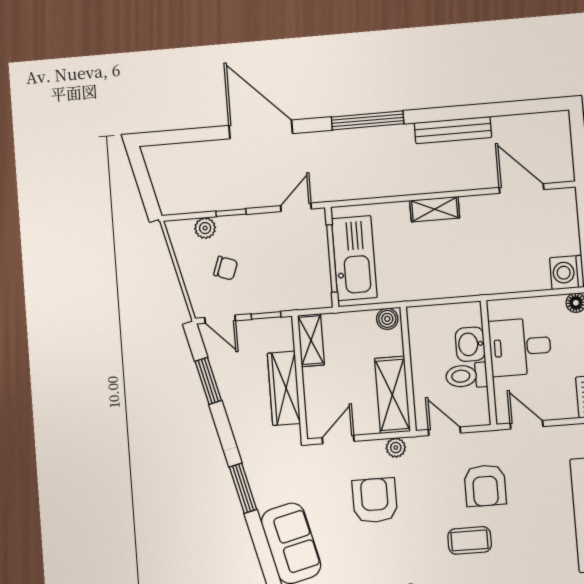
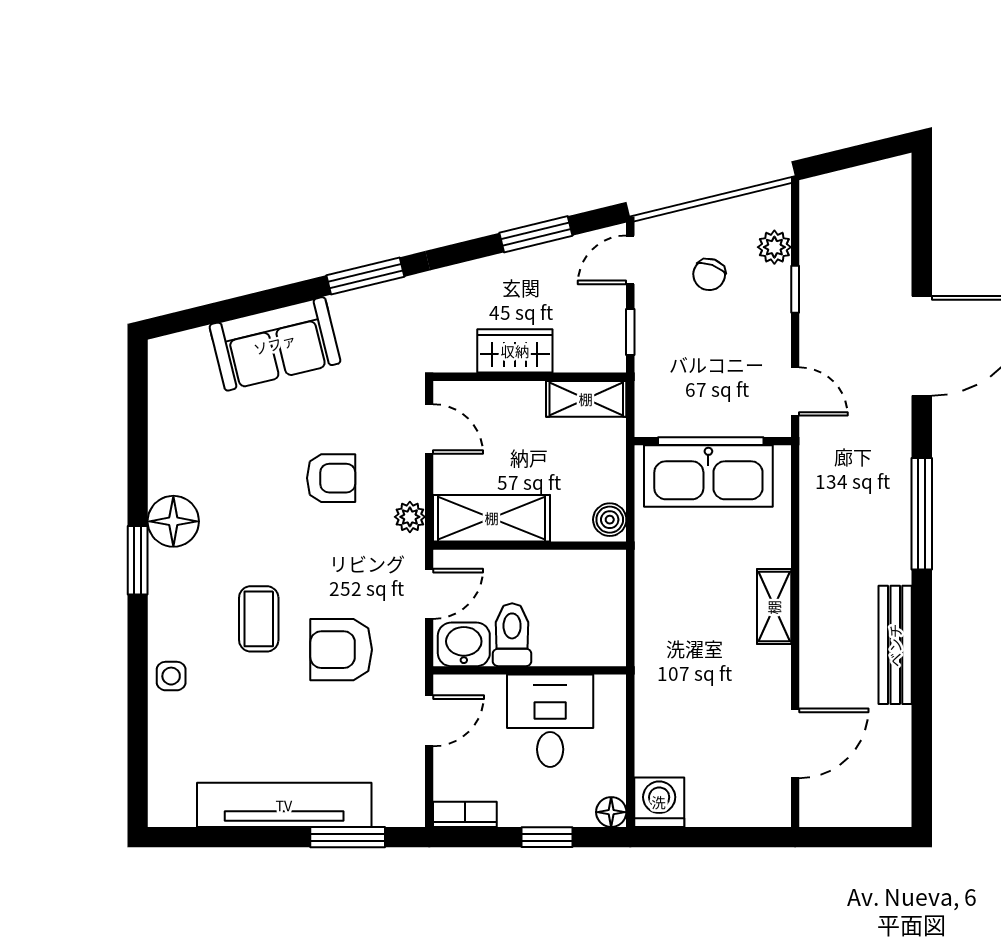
washbasin: (470, 344) -> (464, 644), moved
wardrobe: (284, 388) -> (515, 351), width x0.67
armchair: (375, 500) -> (331, 478), width x0.72, depth x0.72

